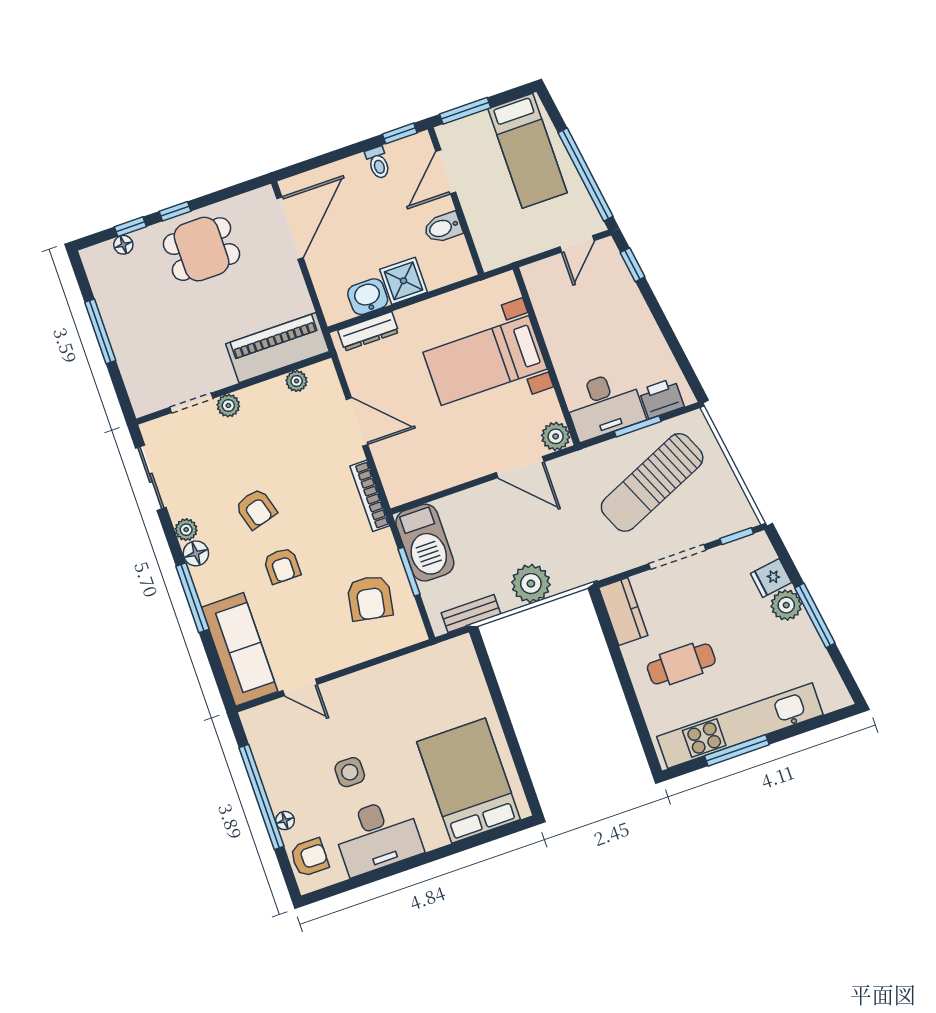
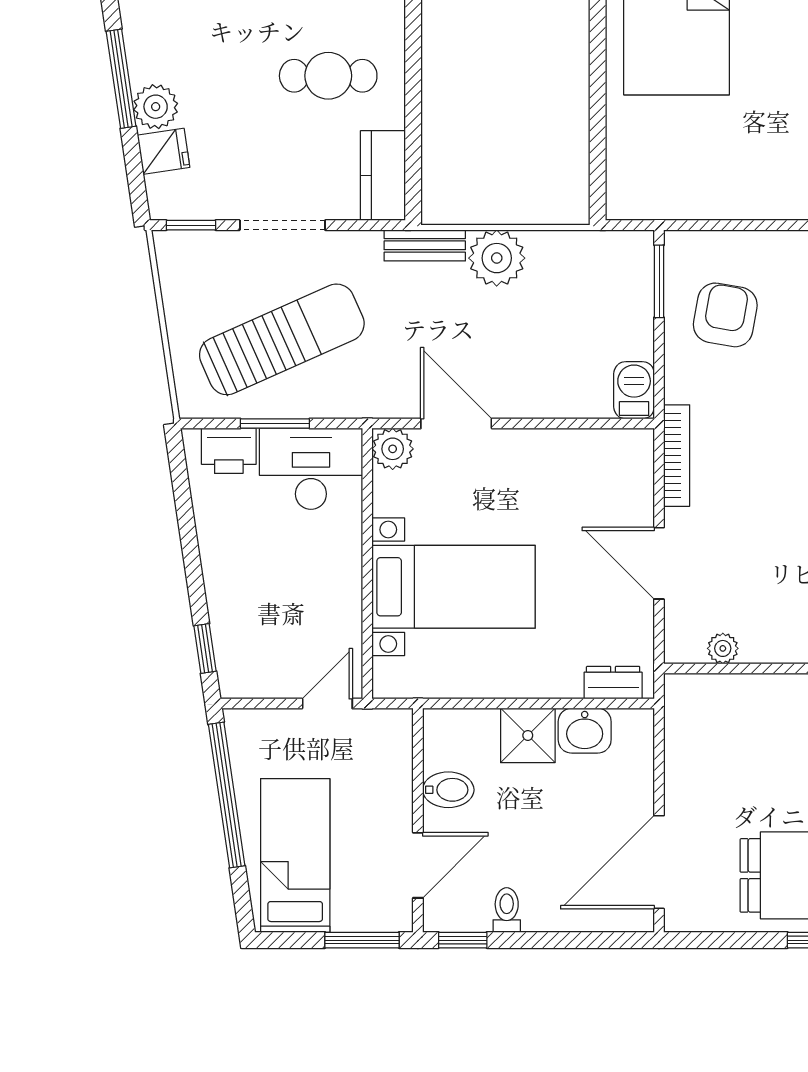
door: (577, 244) -> (327, 704), moved
dresser: (368, 331) -> (613, 683), width x0.70
piano: (277, 348) -> (733, 703), removed
barbecue: (425, 543) -> (634, 390), width x0.53, depth x0.65
window: (409, 572) -> (659, 281), moved
bench: (471, 613) -> (425, 245), moved

